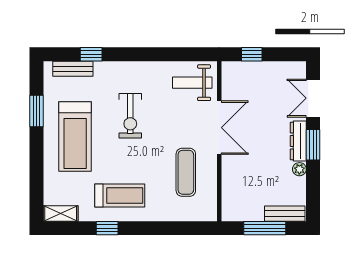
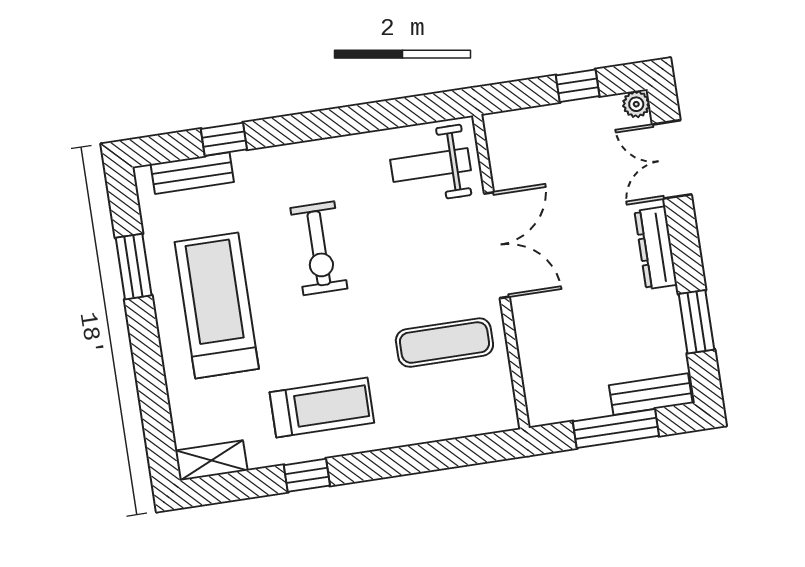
window: (252, 54) -> (578, 86), moved
treadmill: (75, 137) -> (217, 305), turned 180
window: (313, 145) -> (696, 322), moved
plant: (299, 169) -> (636, 104), moved
exercise mat: (186, 172) -> (444, 343), turned 90

